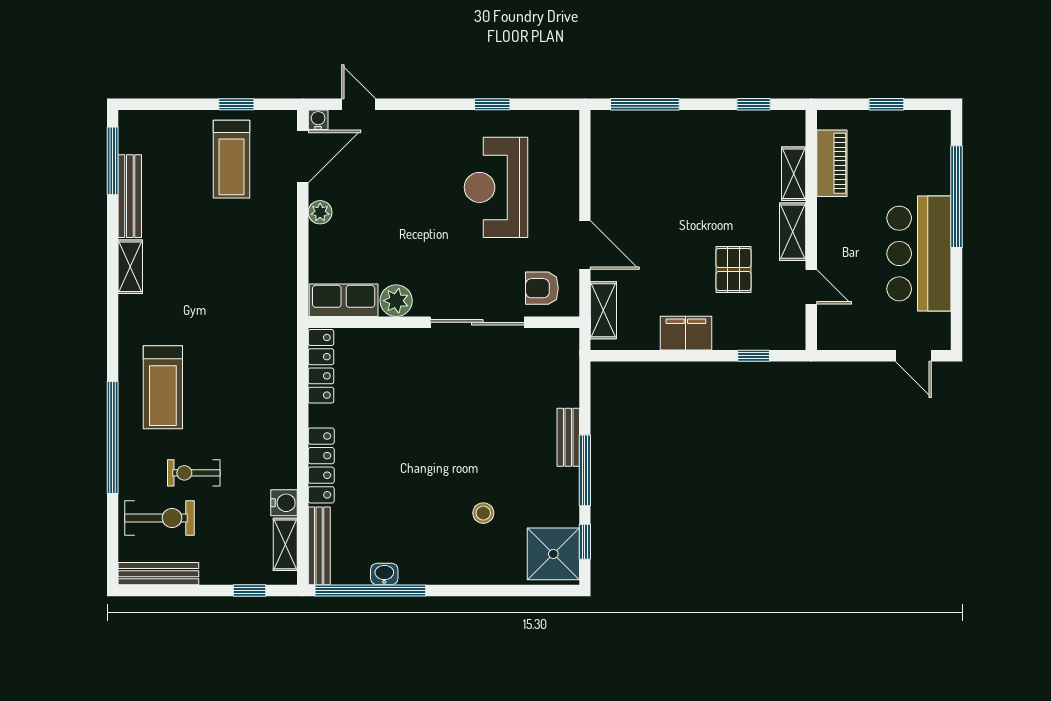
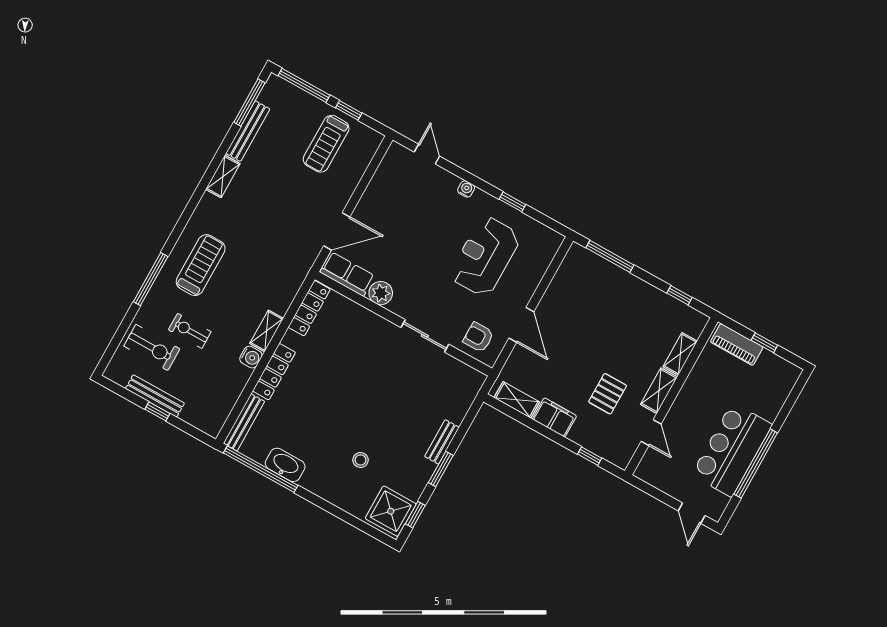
window: (166, 104) -> (304, 85), added
water cooler: (318, 120) -> (466, 189), moved
door: (303, 156) -> (337, 231), moved
piano: (832, 163) -> (737, 344), moved, turned 90
window: (957, 197) -> (756, 464), moved
plant: (320, 212) -> (364, 209), removed
shelving: (603, 310) -> (517, 400), moved, turned 90
sliding door: (477, 322) -> (425, 336), width x0.73
treadmill: (163, 387) -> (201, 265), turned 180
window: (113, 437) -> (151, 279), width x0.68
window: (585, 470) -> (441, 469), width x0.69
water cooler: (284, 503) -> (251, 357), moved
shelving: (285, 544) -> (267, 331), moved
bench: (158, 574) -> (155, 396), moved
washbasin: (384, 574) -> (285, 465), width x1.91, depth x1.45
window: (250, 591) -> (157, 411), moved

